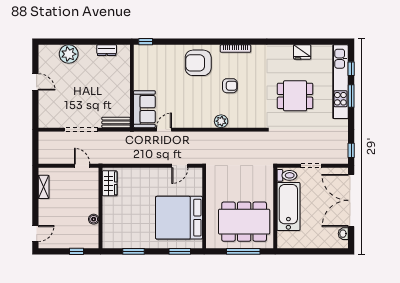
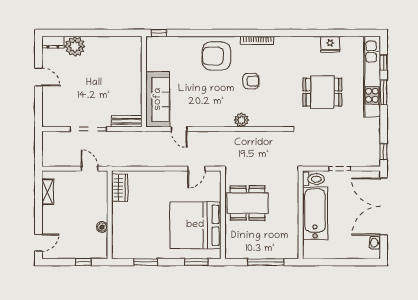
dresser: (107, 50) -> (53, 42), moved
sofa: (144, 109) -> (158, 99), width x1.36
door: (164, 130) -> (179, 129), swing flipped
dining table: (244, 222) -> (248, 203), moved, width x0.73, depth x0.80

